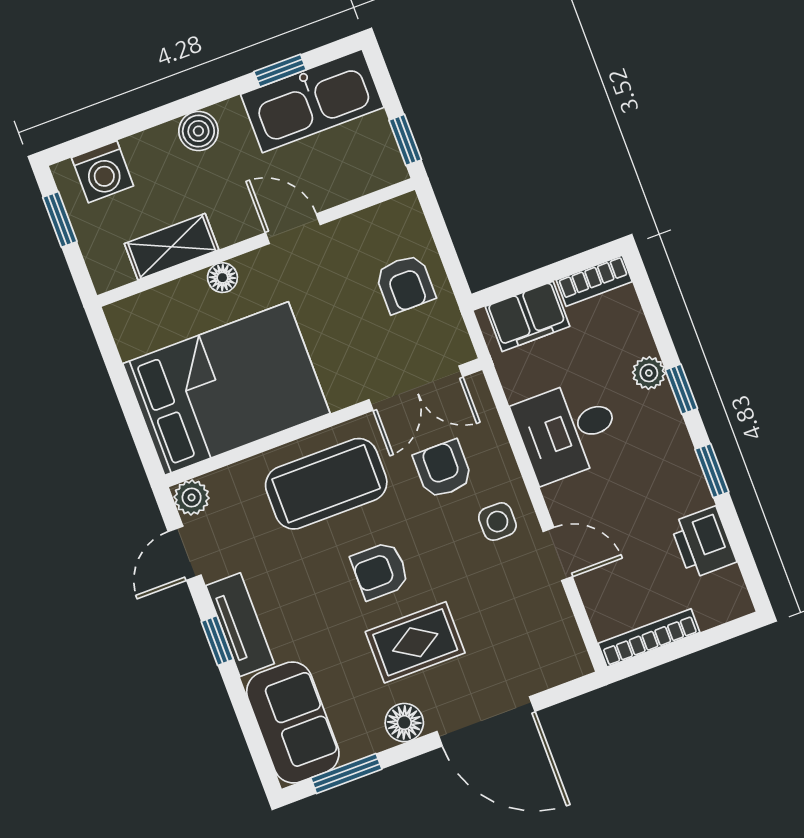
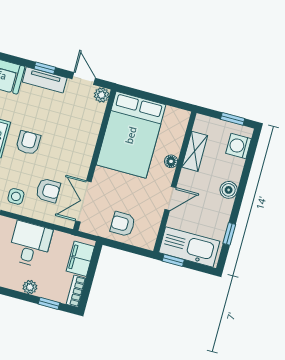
kitchen sink: (312, 101) -> (189, 247), moved, turned 90
window: (681, 389) -> (49, 303), moved
coffee table: (326, 484) -> (72, 146), removed

